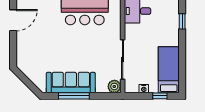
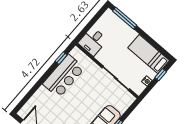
window: (182, 21) -> (125, 18), width x2.17
plant: (114, 86) -> (129, 99), removed

